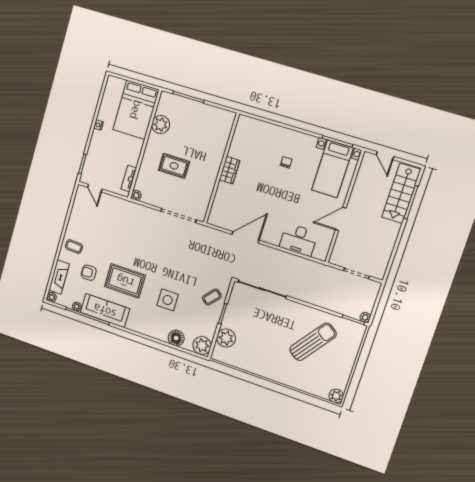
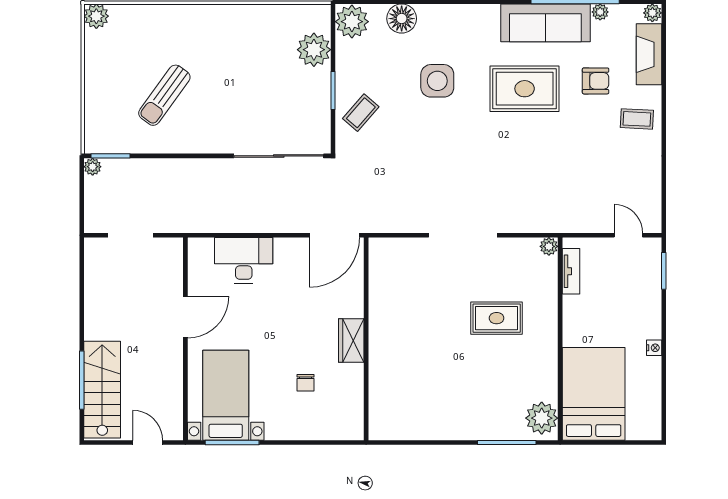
plant: (161, 125) -> (542, 418), moved
wall: (221, 169) -> (366, 339), moved
wardrobe: (230, 170) -> (351, 340), moved
sun lounger: (313, 342) -> (164, 95), width x0.73, depth x0.75

